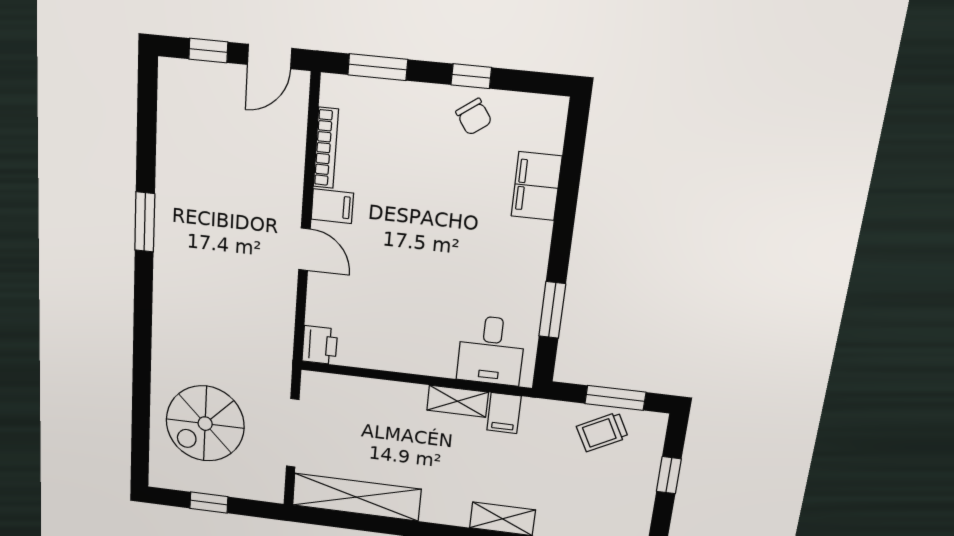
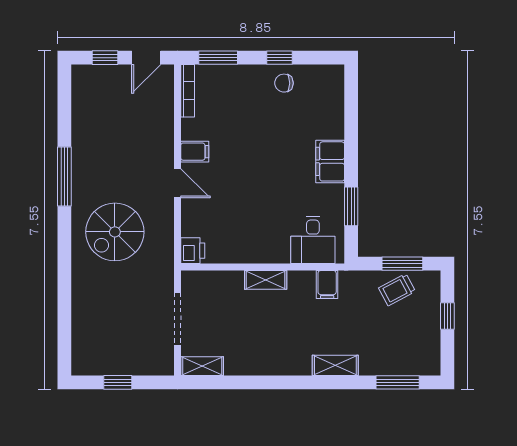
chair: (474, 117) -> (284, 83), turned 125
bookcase: (326, 148) -> (188, 91), moved
filing cabinet: (537, 186) -> (330, 161), moved
window: (145, 222) -> (64, 177), width x1.44
shelving: (458, 401) -> (266, 280), moved
spiral stairs: (205, 424) -> (115, 232), moved
shelving: (356, 497) -> (202, 366), width x0.45, depth x0.75

